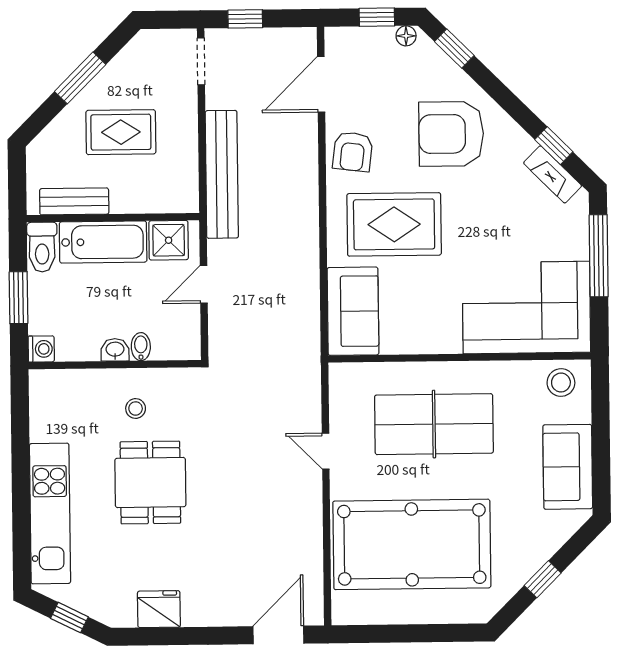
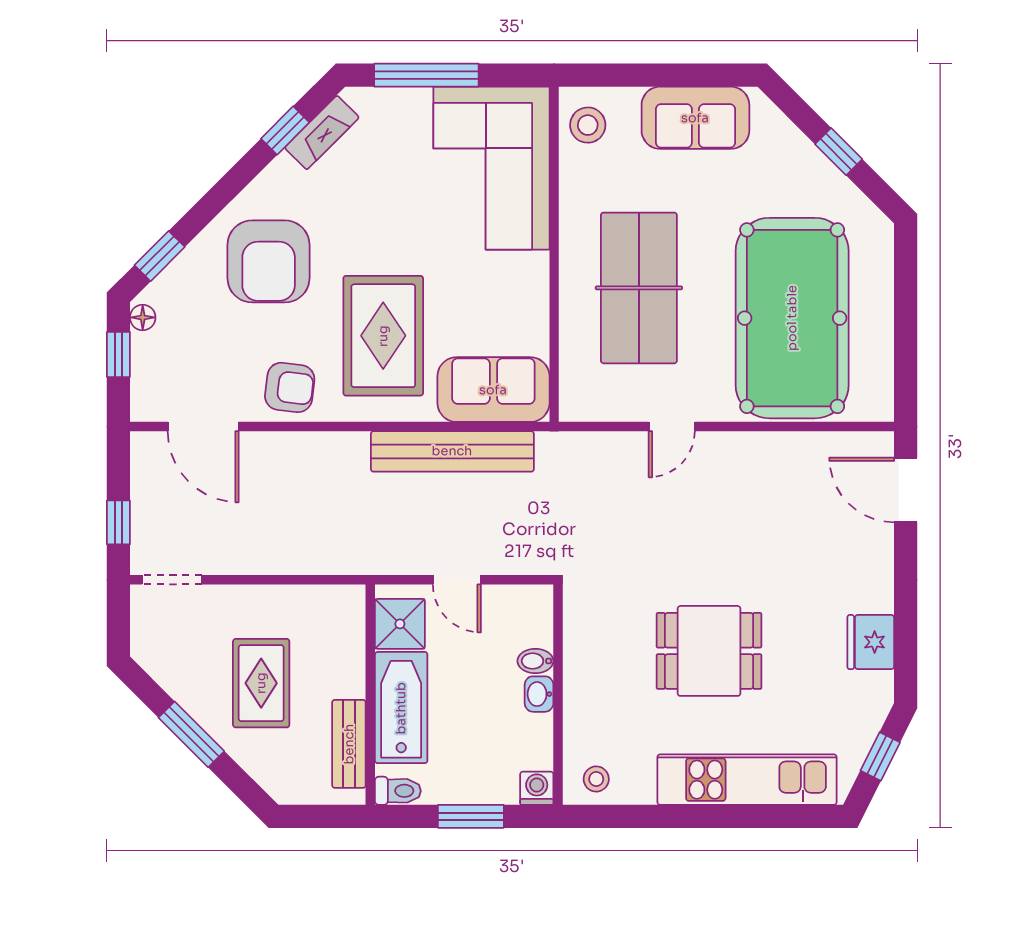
bench: (222, 174) -> (452, 451), moved
toilet: (42, 247) -> (398, 791), width x0.73, depth x0.72
stool: (136, 408) -> (596, 779), moved

